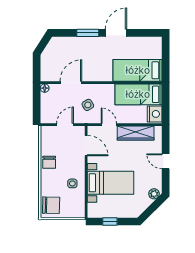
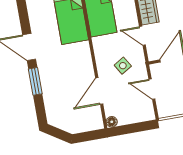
door: (71, 83) -> (99, 91), hinge flipped
door: (109, 125) -> (142, 36), hinge flipped

